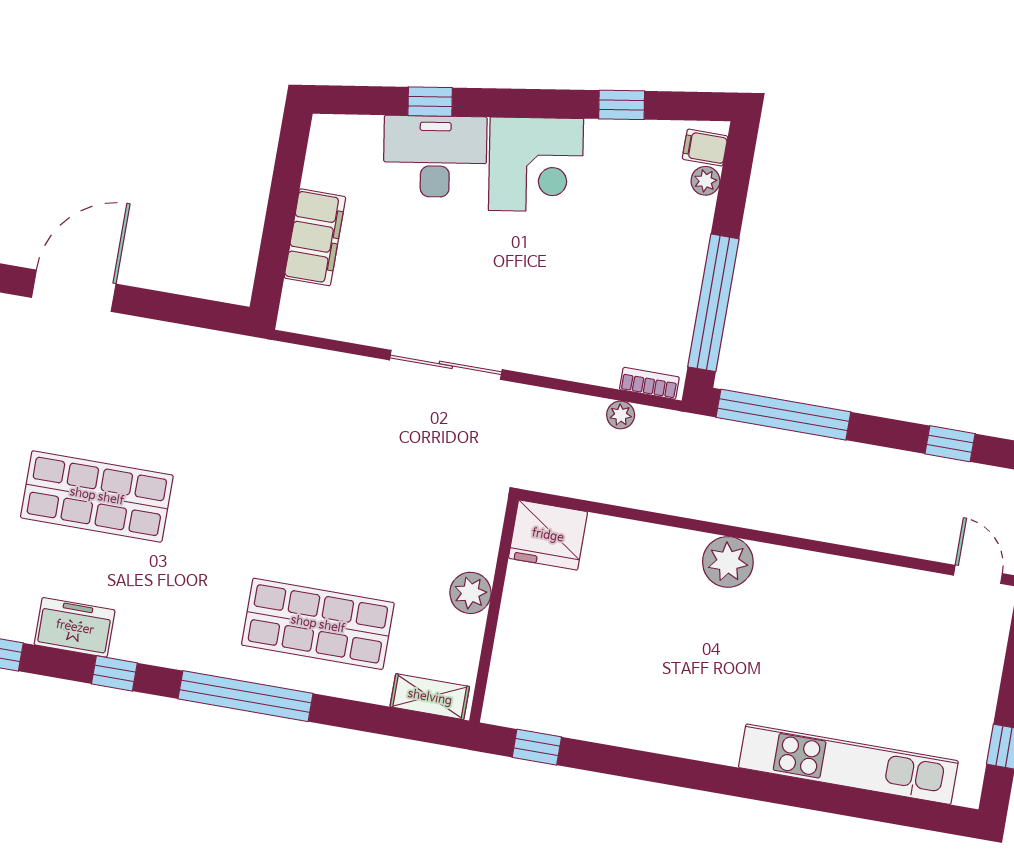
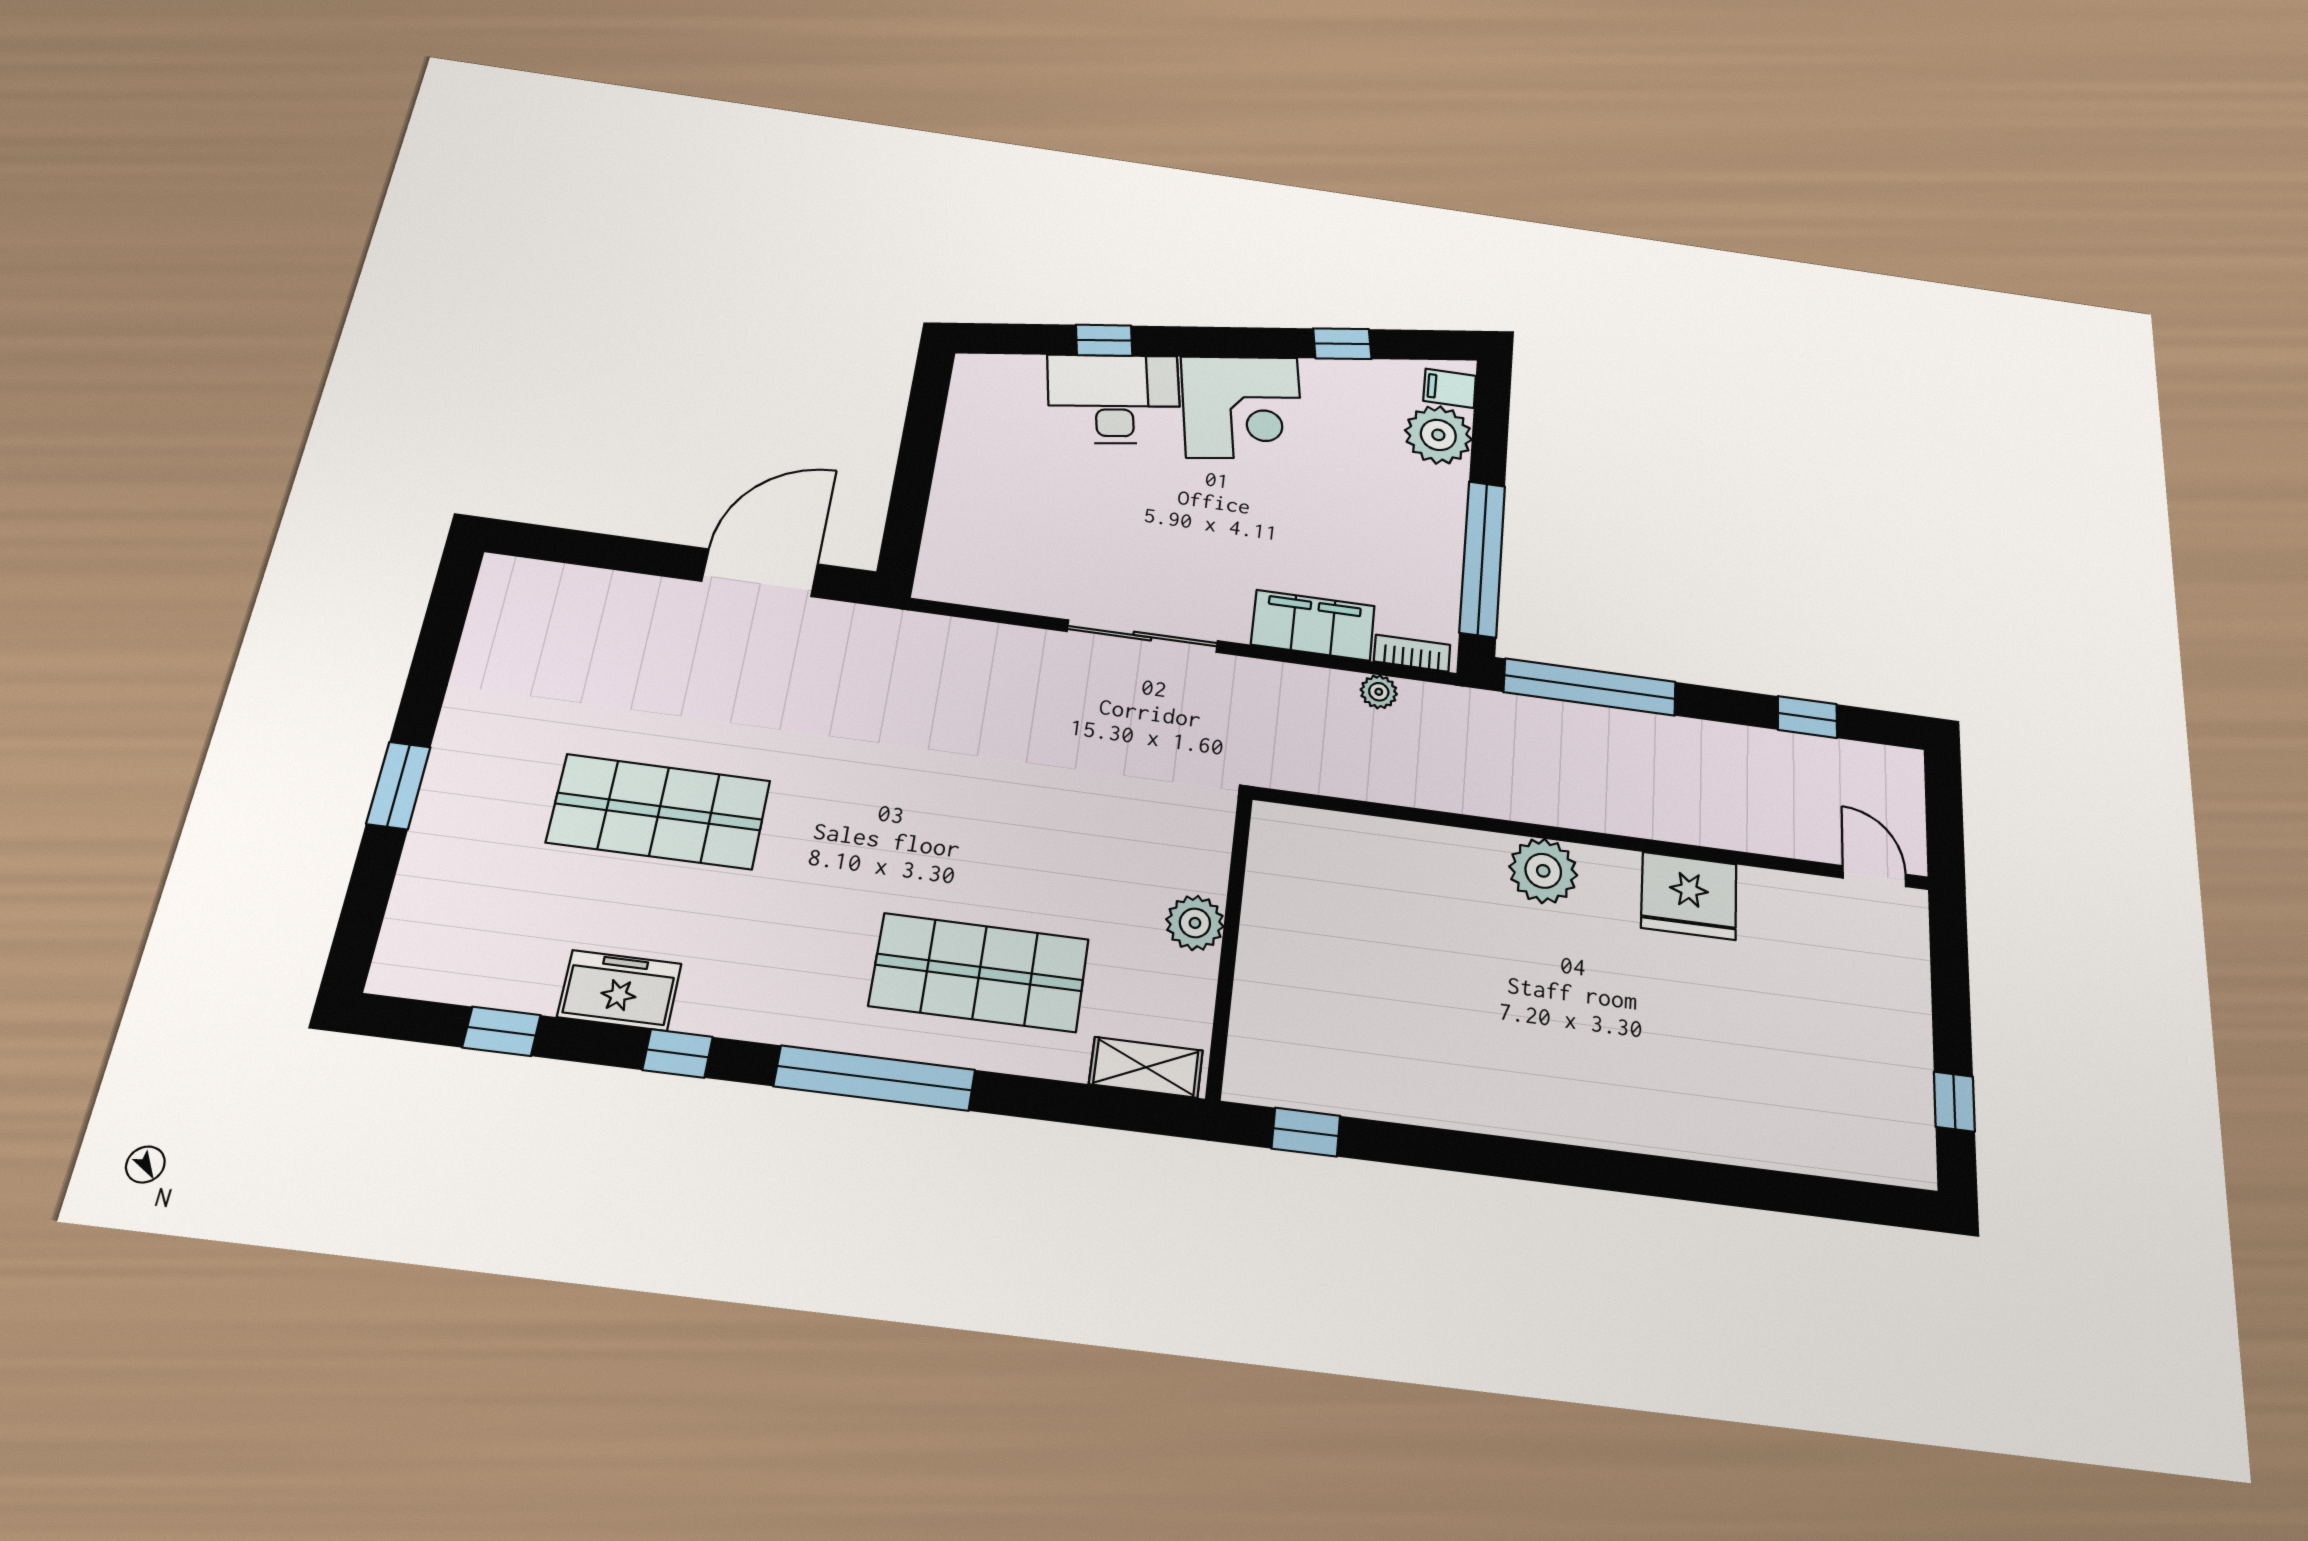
plant: (705, 181) -> (1438, 435), width x1.88, depth x1.88
filing cabinet: (315, 237) -> (1313, 625), moved, turned -90
door: (74, 291) -> (760, 573), moved
fridge: (548, 535) -> (1689, 896), moved
kitchen unit: (848, 764) -> (1748, 1136), removed

